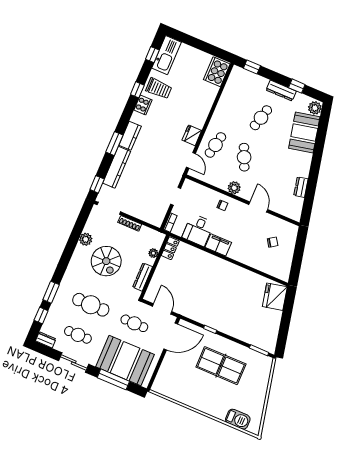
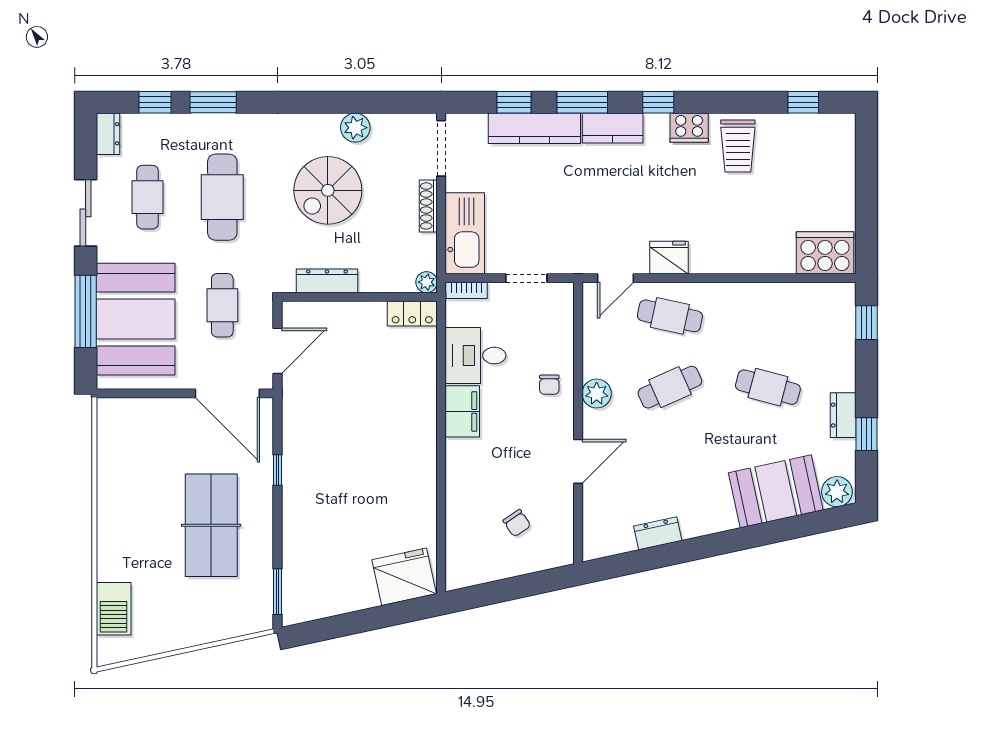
kitchen sink: (167, 55) -> (465, 233), moved, turned -90
window: (137, 90) -> (658, 102), moved
dresser: (281, 91) -> (843, 415), width x0.70
window: (97, 184) -> (514, 102), moved
plant: (153, 253) -> (427, 282), moved

